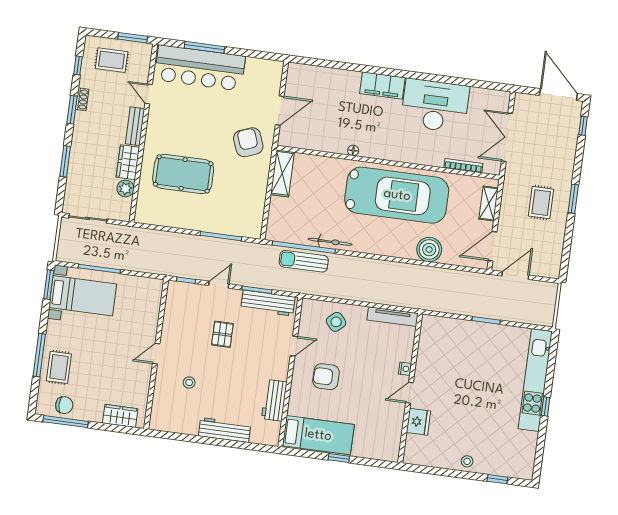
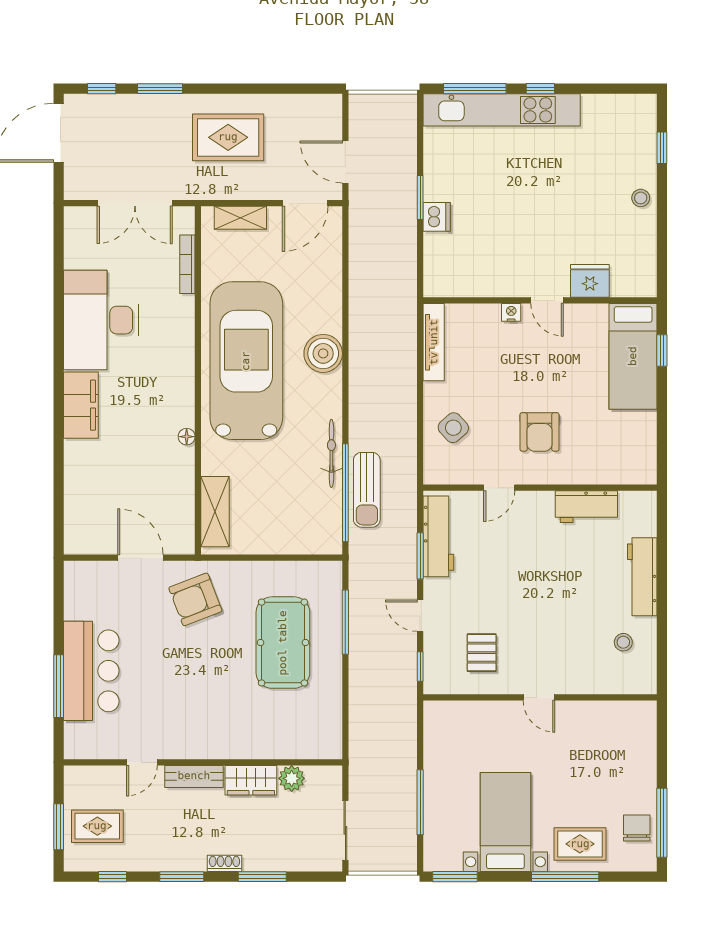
window: (133, 38) -> (59, 827), moved
rug: (112, 60) -> (97, 826), turned 90
bar counter: (200, 68) -> (91, 671), width x0.73
shoe rack: (82, 99) -> (224, 863), moved
shelving: (282, 173) -> (215, 512), moved, turned 90
pool table: (183, 174) -> (283, 643), moved
window: (573, 199) -> (160, 89), moved
rug: (541, 203) -> (228, 137), width x1.36, depth x1.43
door: (492, 246) -> (305, 203), hinge flipped
boiler: (429, 250) -> (323, 353), moved
bed with nightstands: (83, 296) -> (505, 822), moved
dishwasher: (472, 329) -> (437, 217), added
pallet: (222, 334) -> (482, 653), moved, turned 90
door: (294, 346) -> (499, 488), swing flipped
window: (551, 364) -> (475, 89), added
stool: (189, 383) -> (623, 642), moved
wardrobe: (120, 416) -> (642, 740), removed
bed: (318, 435) -> (633, 356), moved, turned 180
window: (339, 458) -> (662, 351), moved

